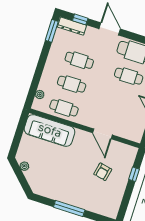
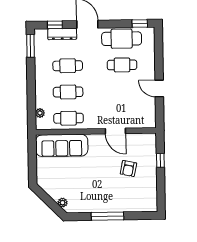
dresser: (72, 26) -> (62, 34), moved
plant: (24, 166) -> (63, 203), moved

